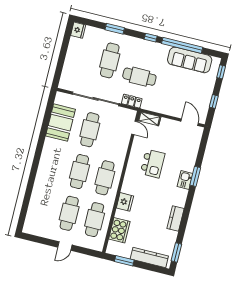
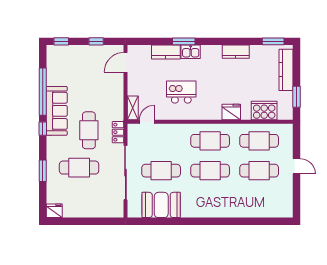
sofa: (190, 60) -> (57, 111), moved
kitchen counter: (190, 159) -> (166, 52), added

